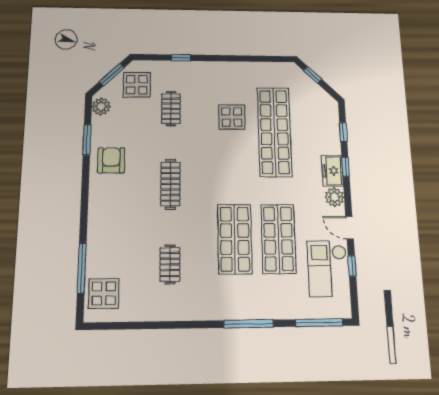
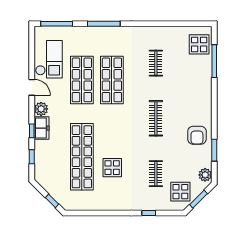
window: (352, 266) -> (32, 61), removed

